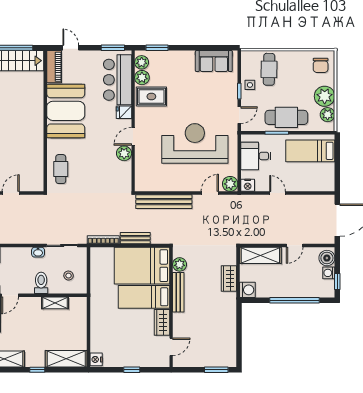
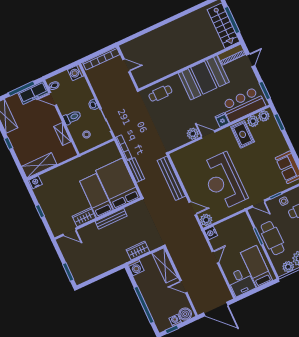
reception desk: (195, 143) -> (223, 181), turned 180
desk: (256, 156) -> (241, 282), moved, turned 180
plant: (180, 264) -> (131, 210), removed
shelving: (66, 359) -> (39, 165), moved, turned 90

